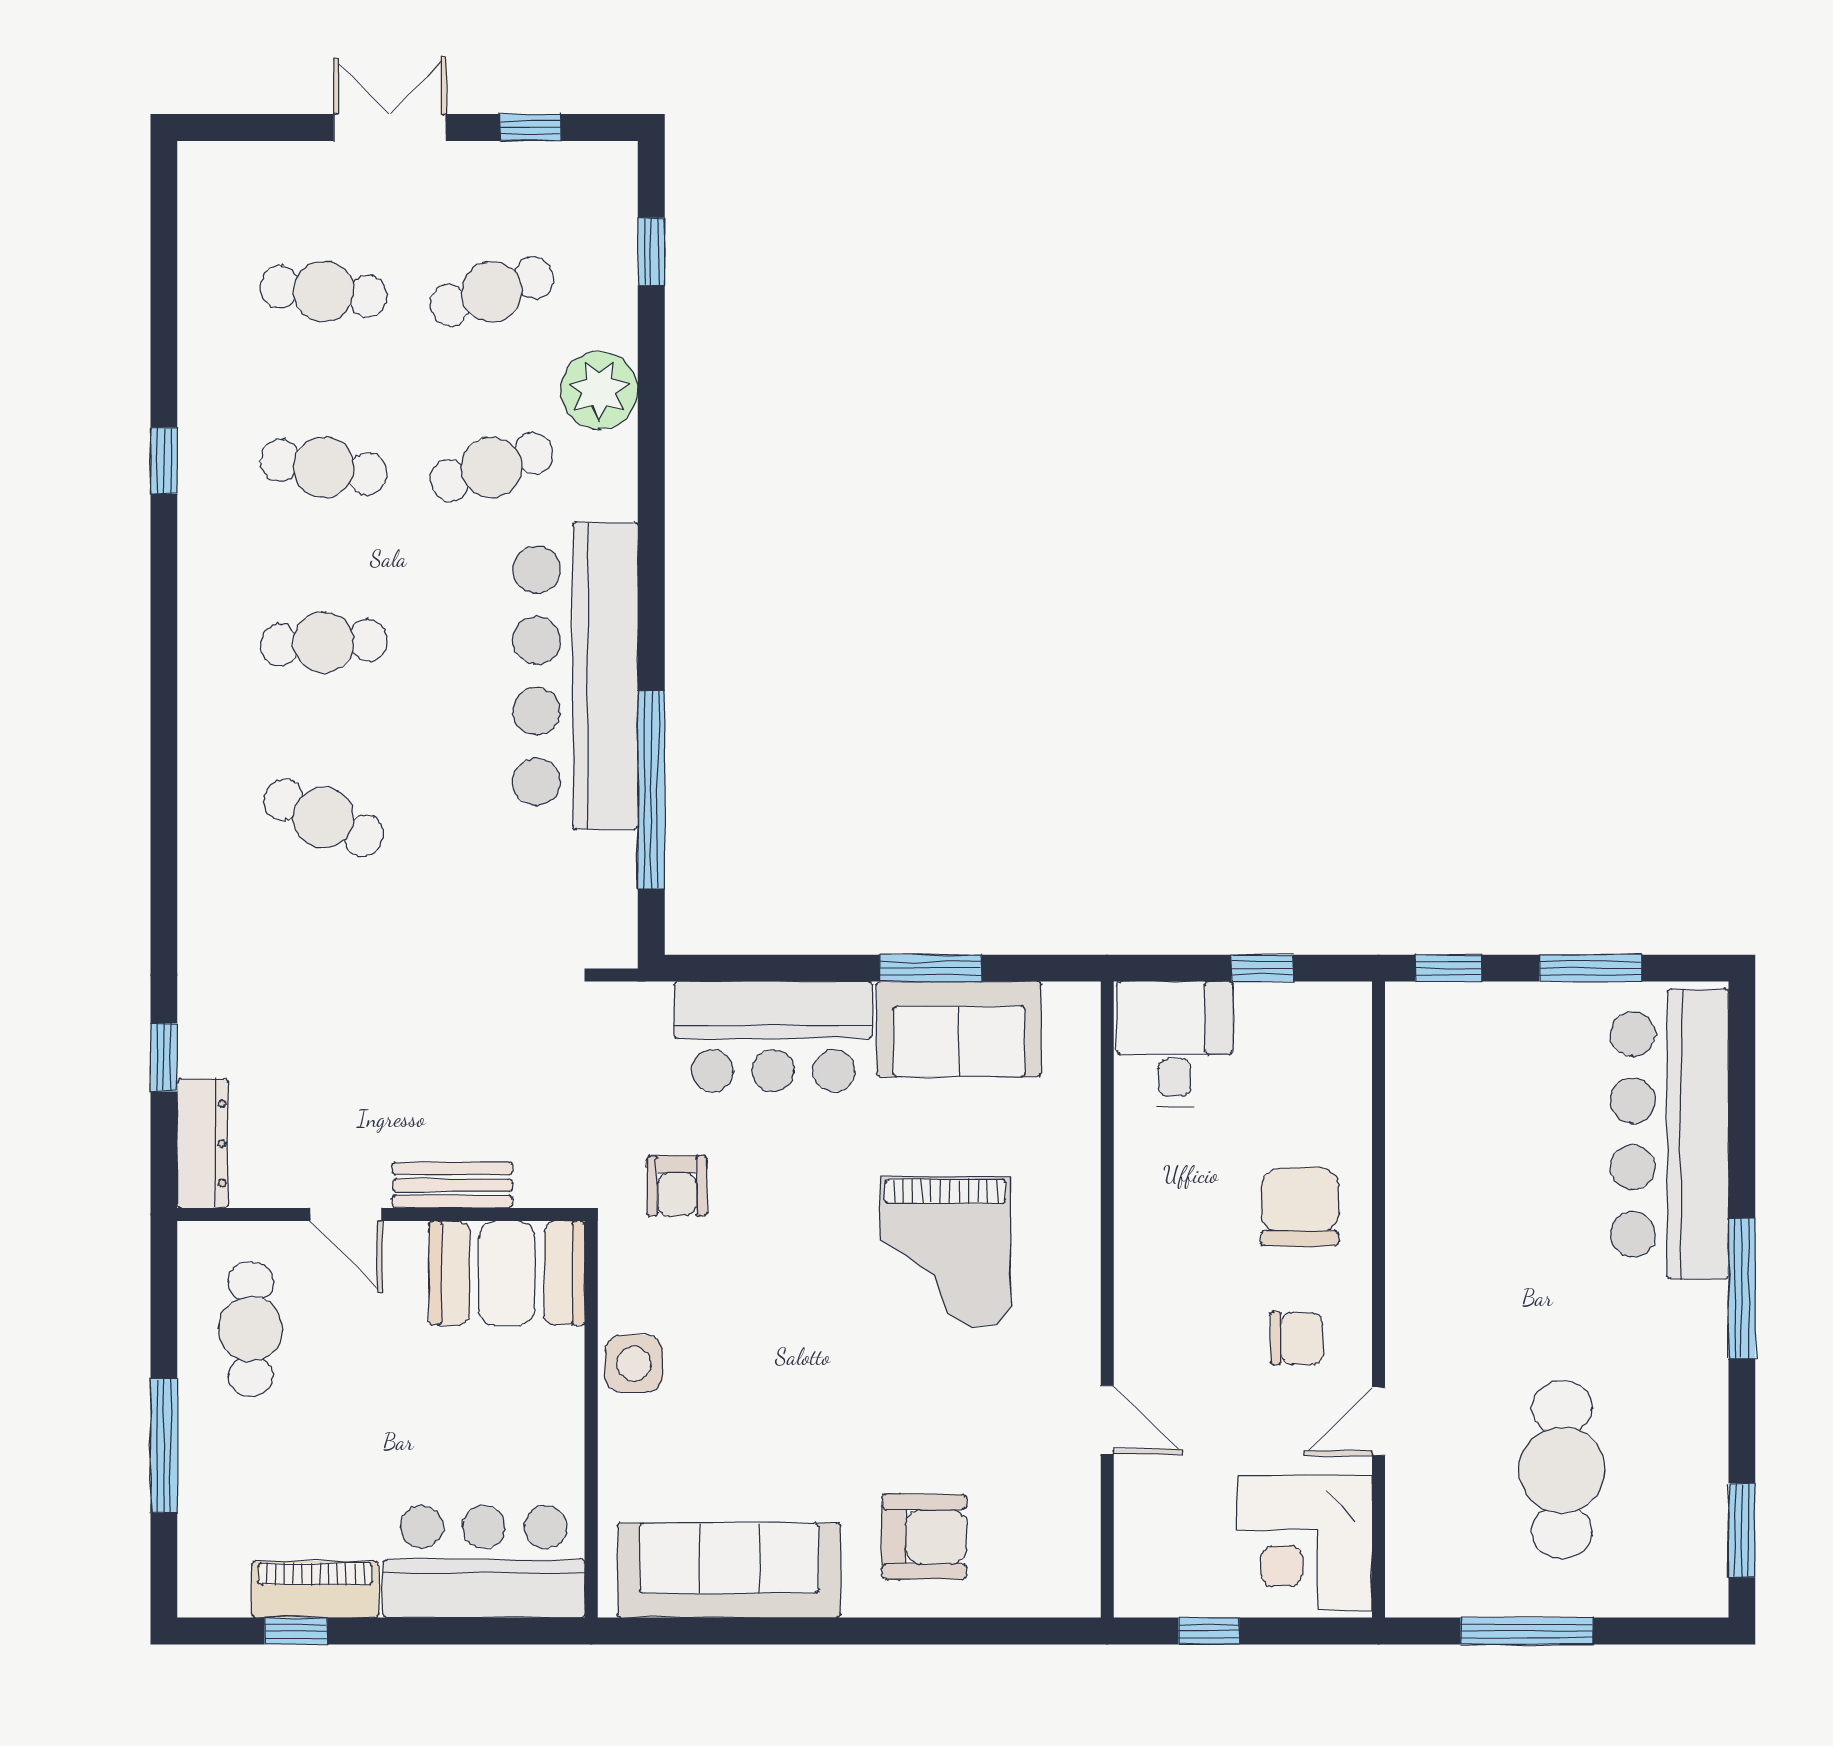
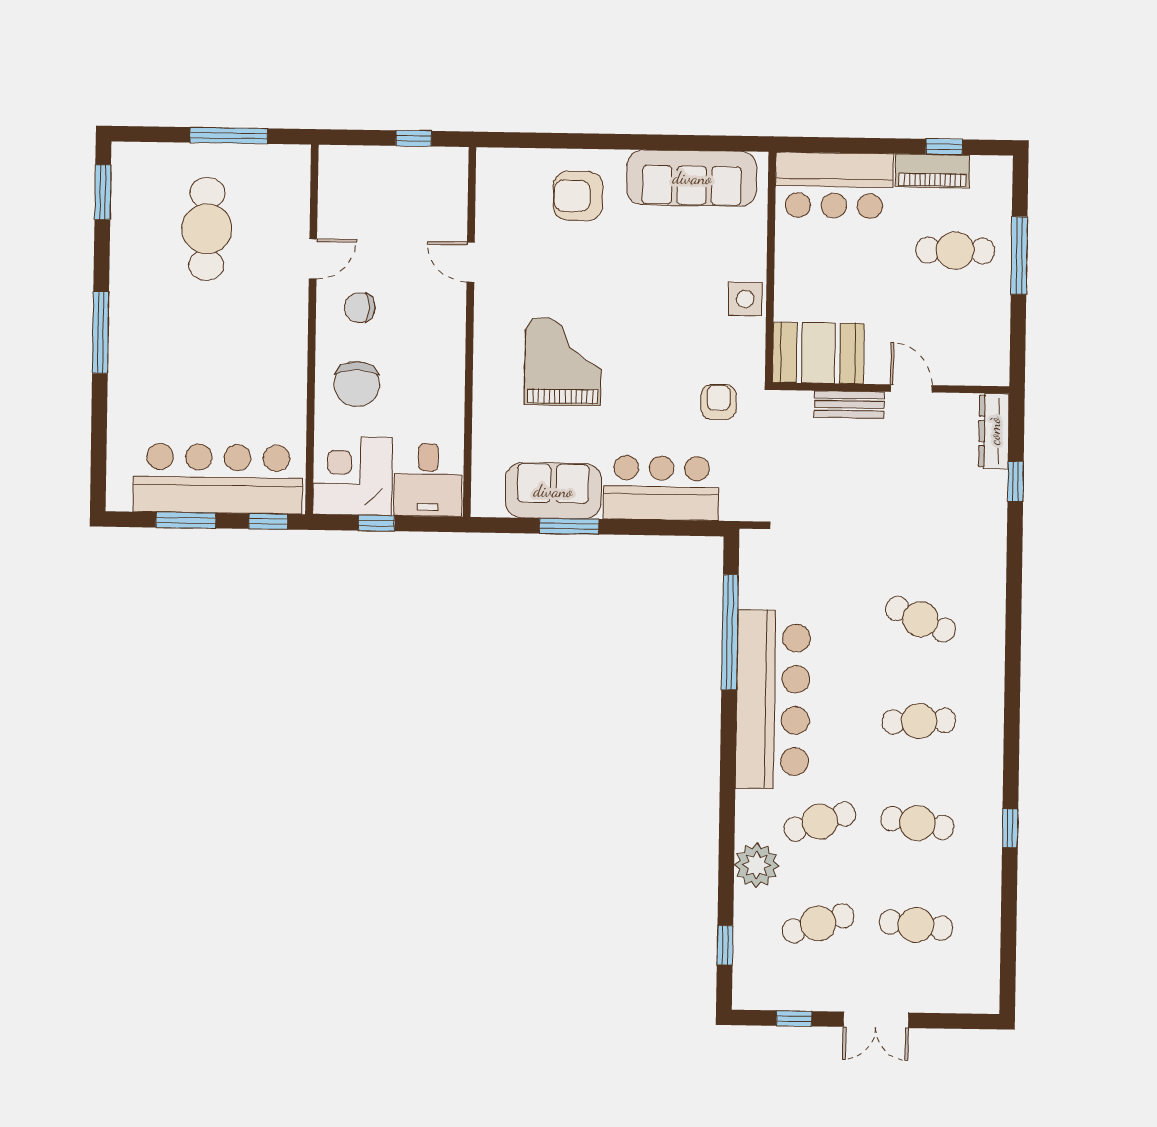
bar counter: (1669, 1134) -> (218, 479), moved, turned -90
cafe table: (251, 1329) -> (955, 250), moved, turned 90
corner desk: (1305, 1543) -> (353, 476), moved, turned -90

